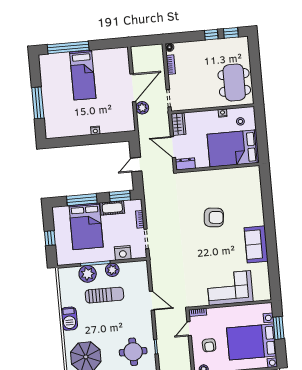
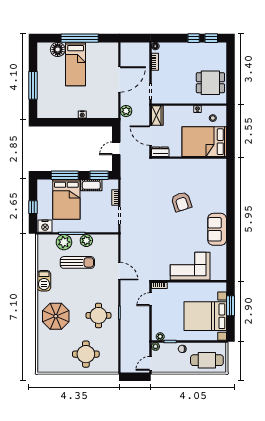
window: (68, 47) -> (80, 38), moved
floor lamp: (62, 61) -> (58, 49), added
dining table: (234, 82) -> (210, 83), width x0.73
plant: (142, 108) -> (126, 111), moved
armchair: (214, 217) -> (181, 202), turned 66
nightstand: (123, 253) -> (45, 226), moved
armchair: (209, 345) -> (167, 316), removed

